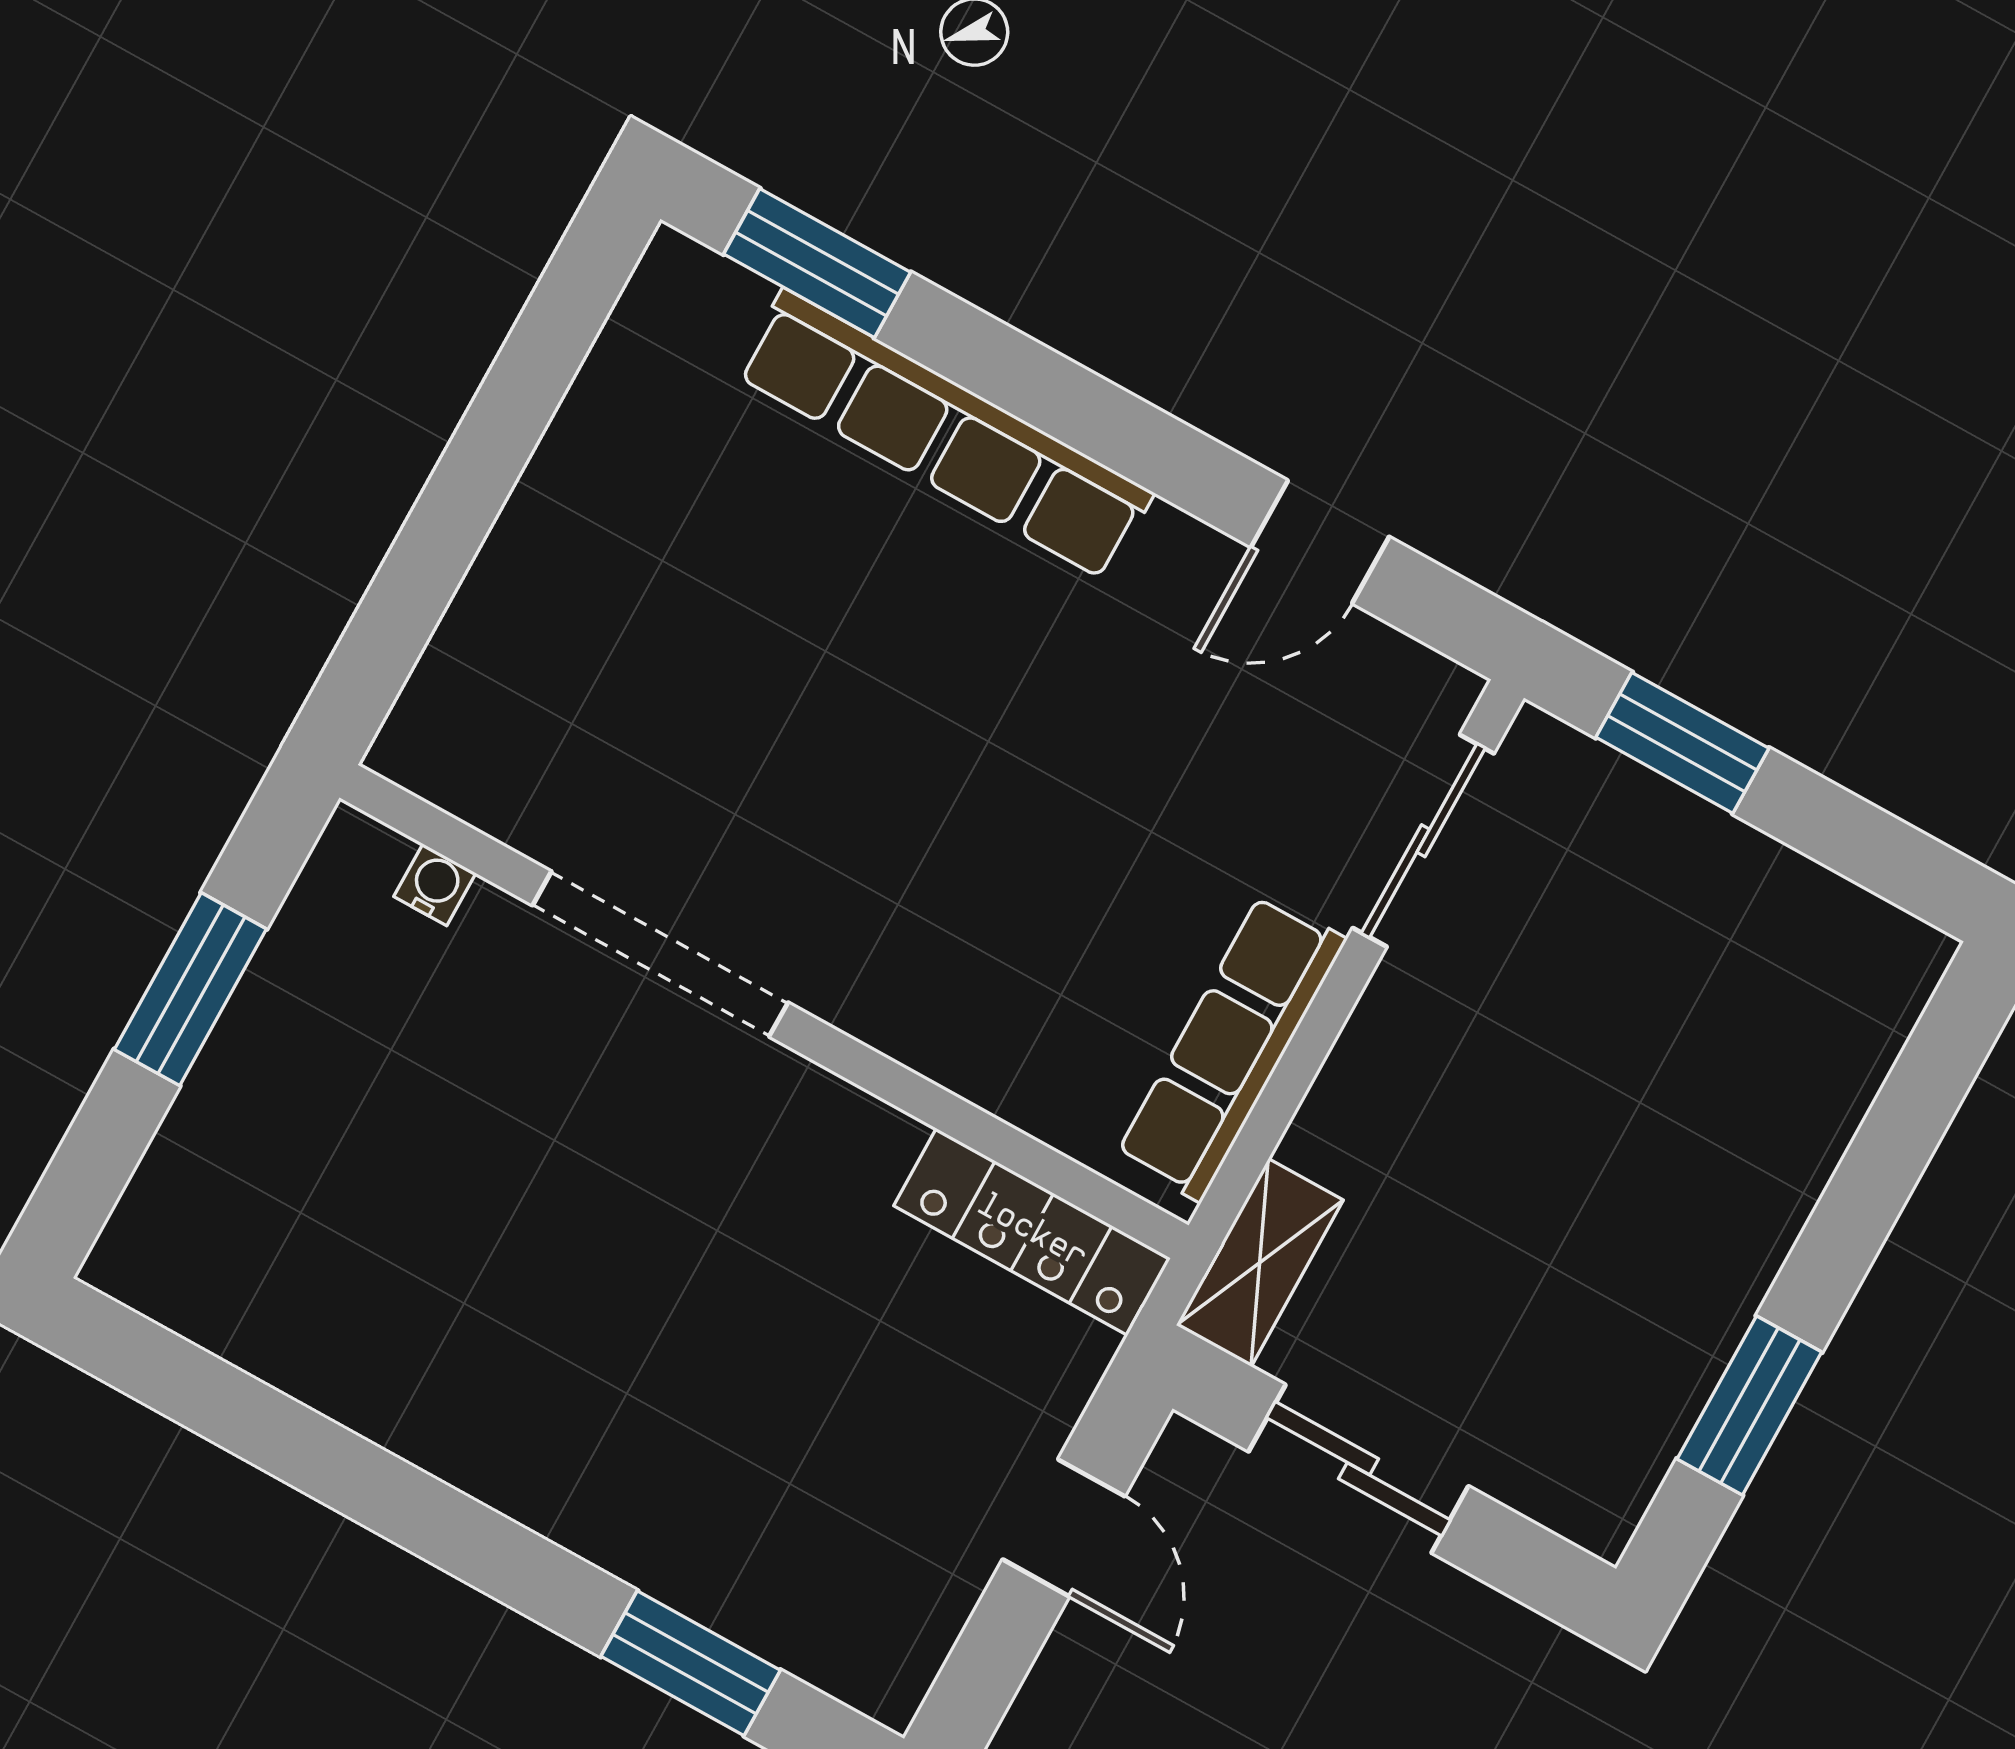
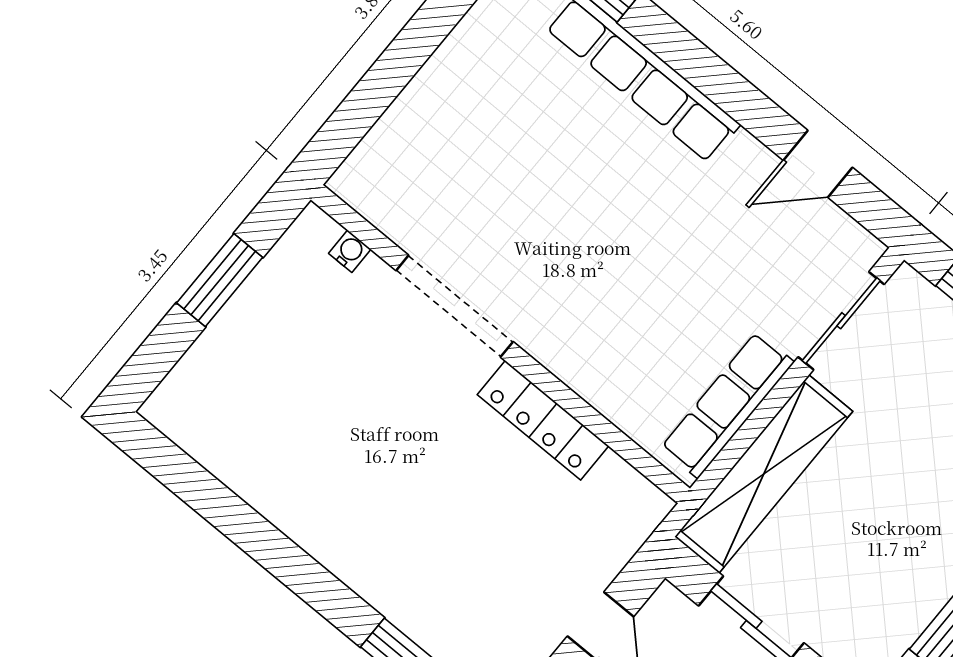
locker: (1032, 1232) -> (543, 420), moved
shelving: (1260, 1263) -> (764, 474), width x2.20, depth x1.33

